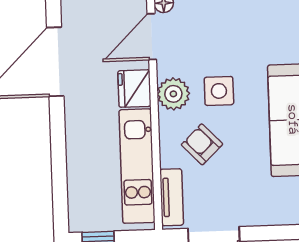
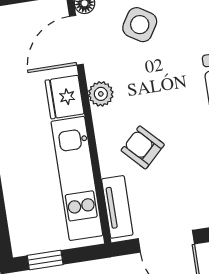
side table: (219, 91) -> (140, 25), moved, turned 32
plant: (173, 94) -> (101, 94), width x0.73, depth x0.73

